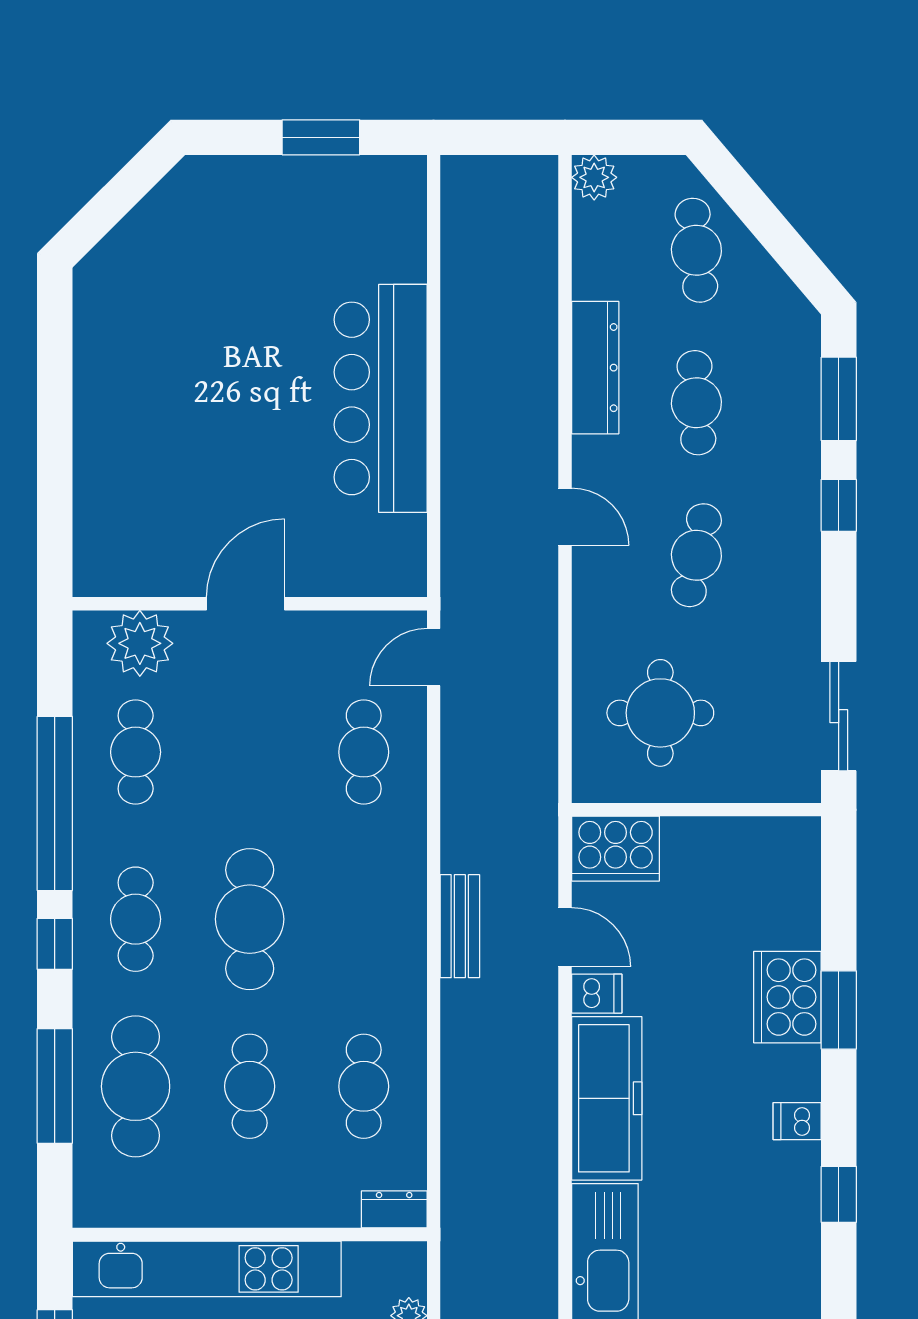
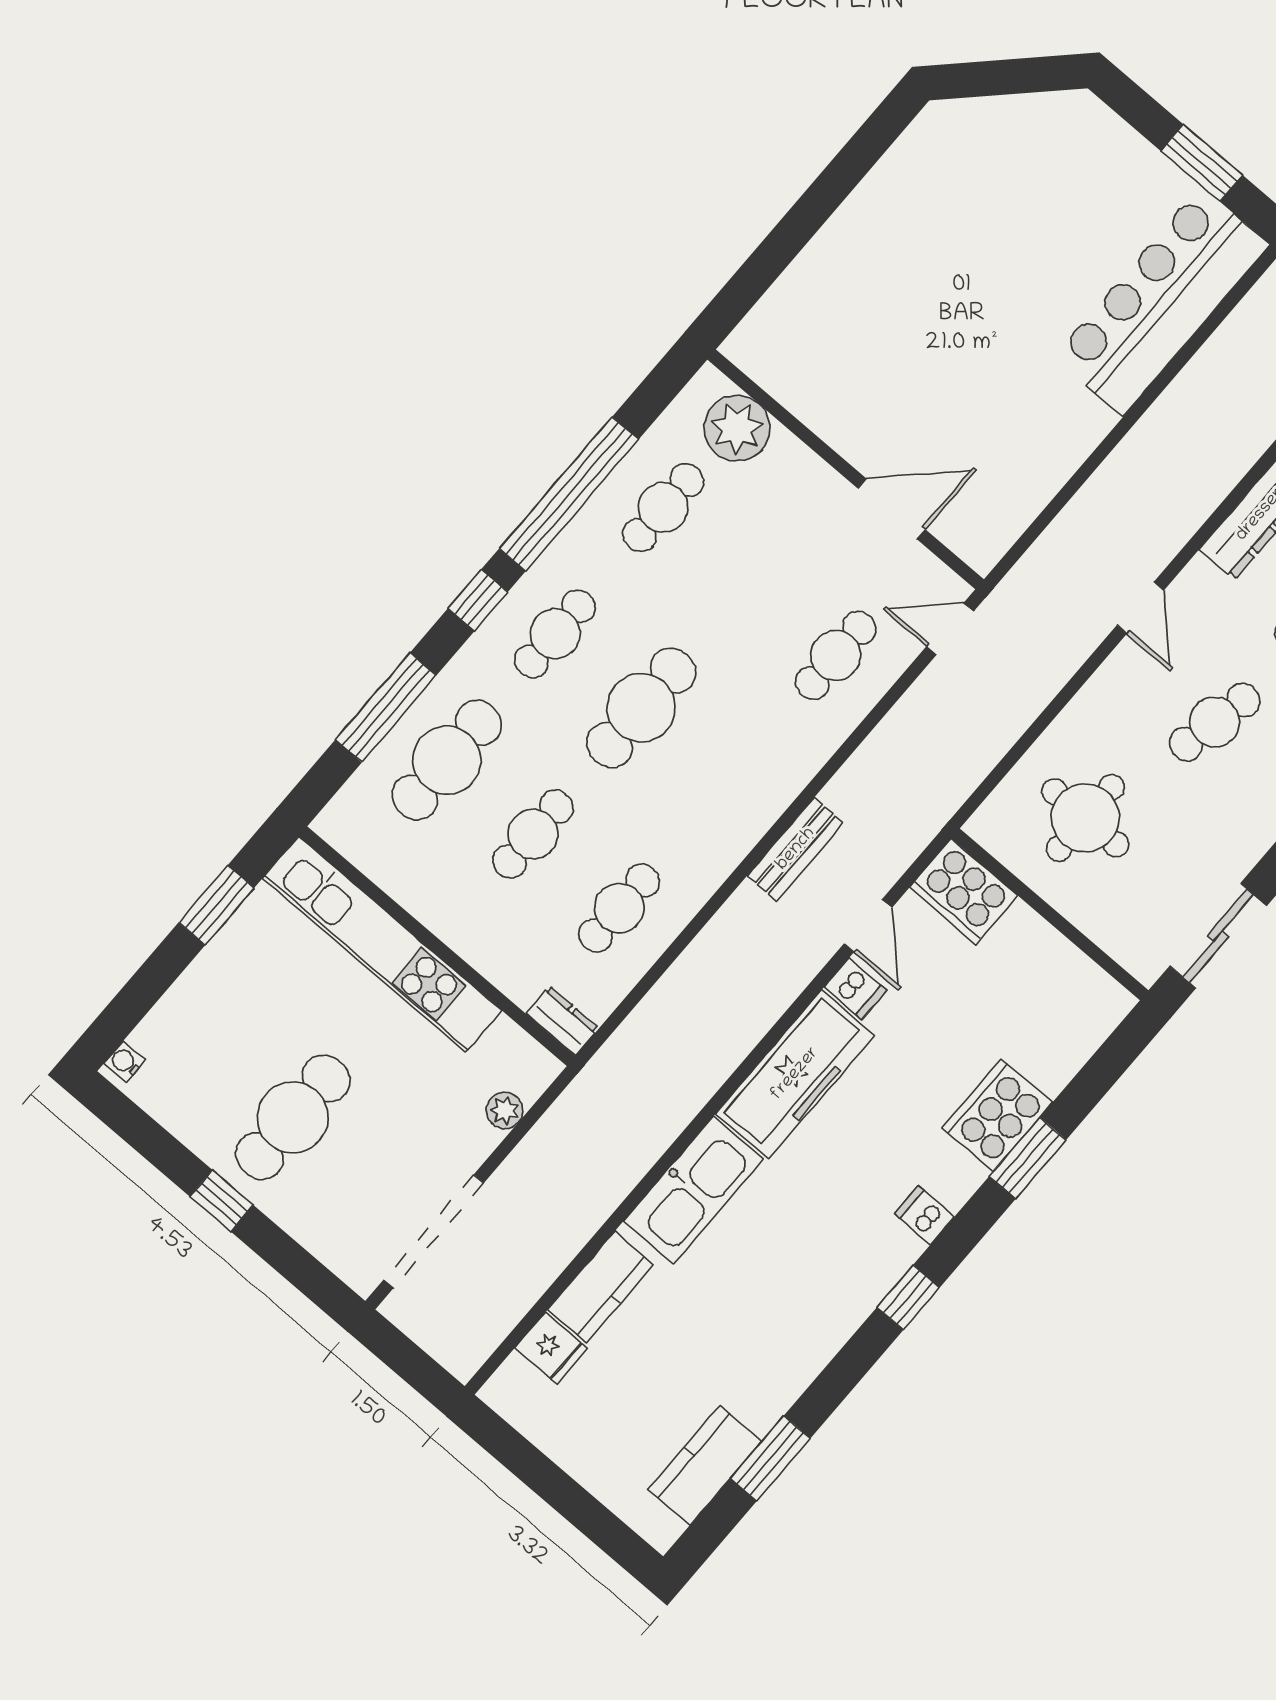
bar counter: (381, 398) -> (1161, 301), moved
door: (246, 604) -> (892, 509), moved

